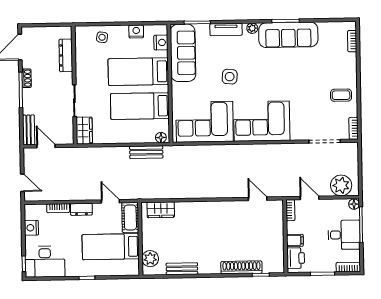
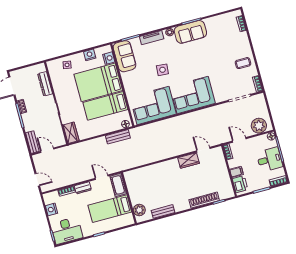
sofa: (288, 35) -> (190, 32), width x0.73
sofa: (183, 53) -> (124, 56), width x0.73
bed: (138, 72) -> (98, 82), width x1.50
wardrobe: (161, 210) -> (189, 160), moved

